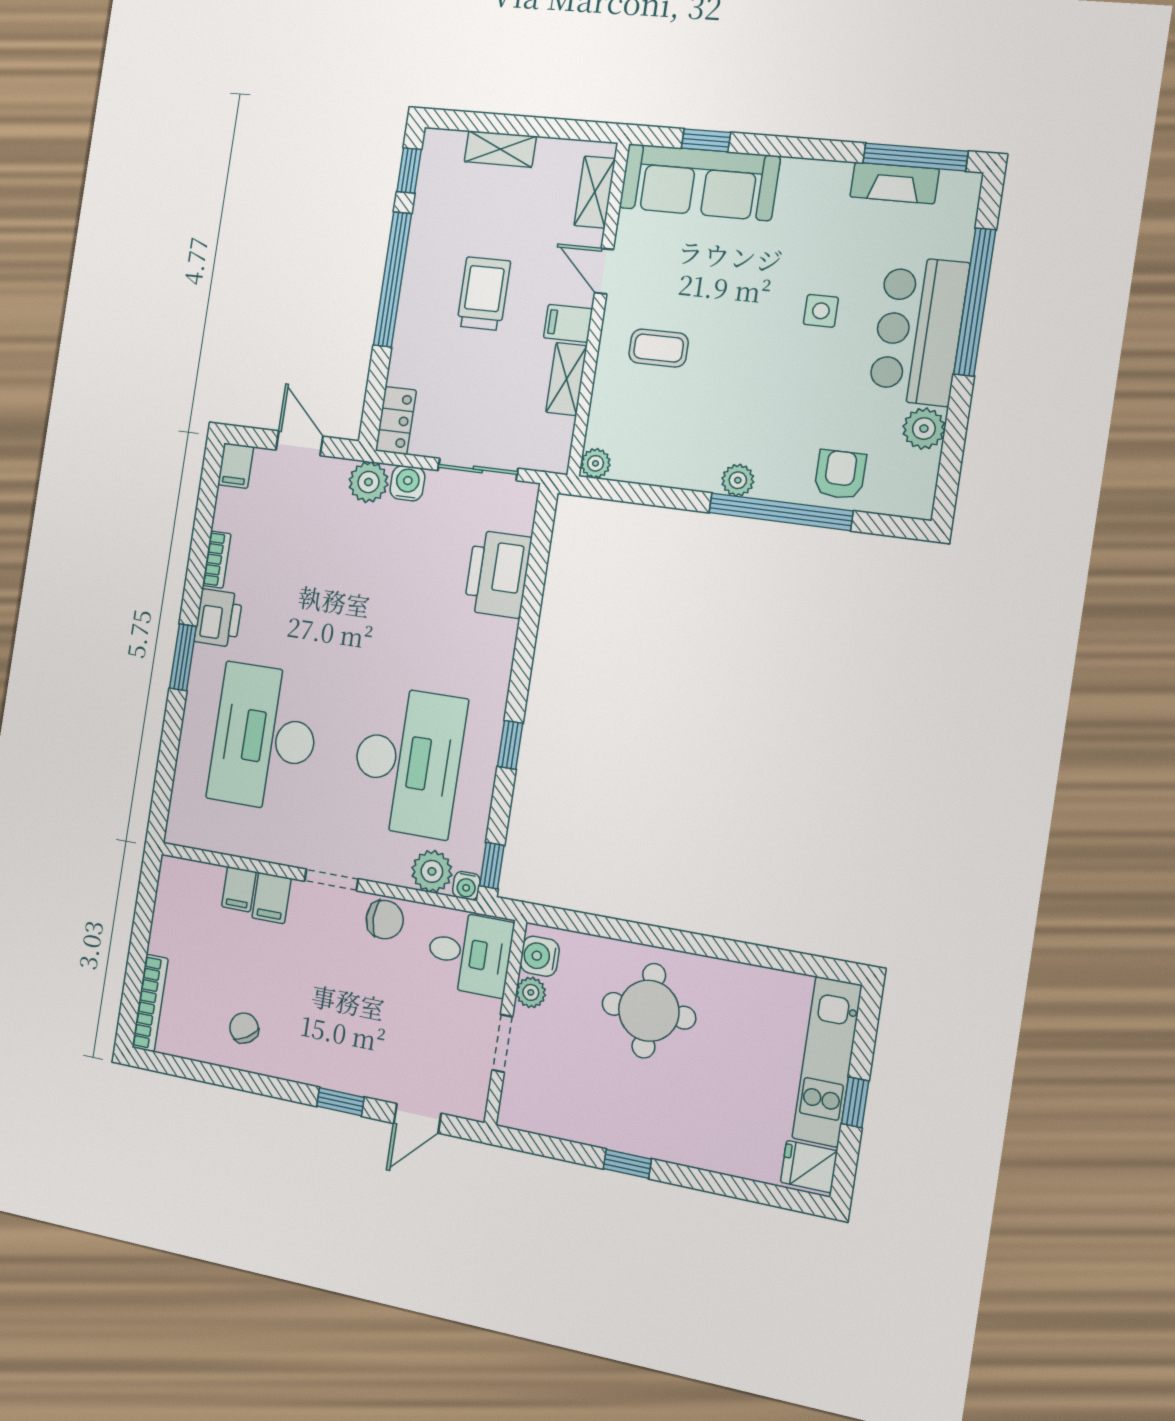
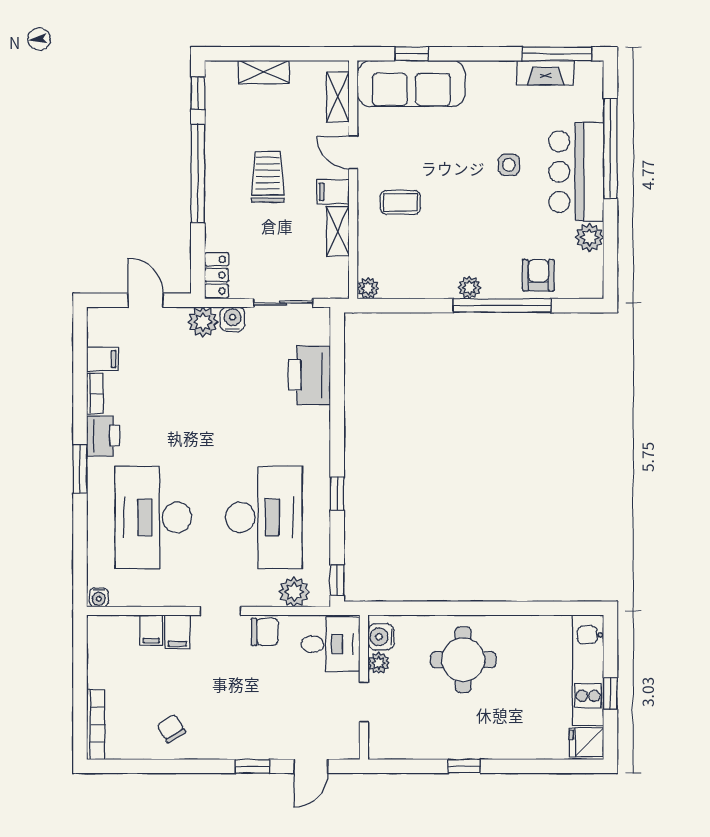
filing cabinet: (236, 466) -> (102, 359), moved, turned -90
water cooler: (466, 886) -> (99, 597), moved

